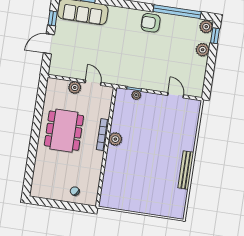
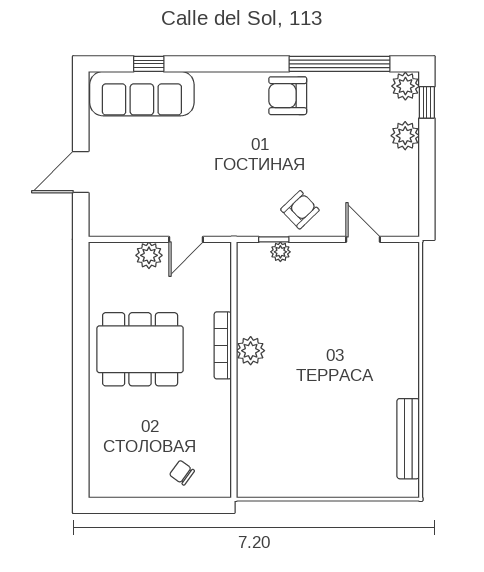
window: (53, 18) -> (81, 117), removed
armchair: (148, 77) -> (300, 210), added
door: (93, 83) -> (186, 239), swing flipped
dining table: (64, 131) -> (140, 349), turned 90
bench: (186, 170) -> (408, 439), moved

